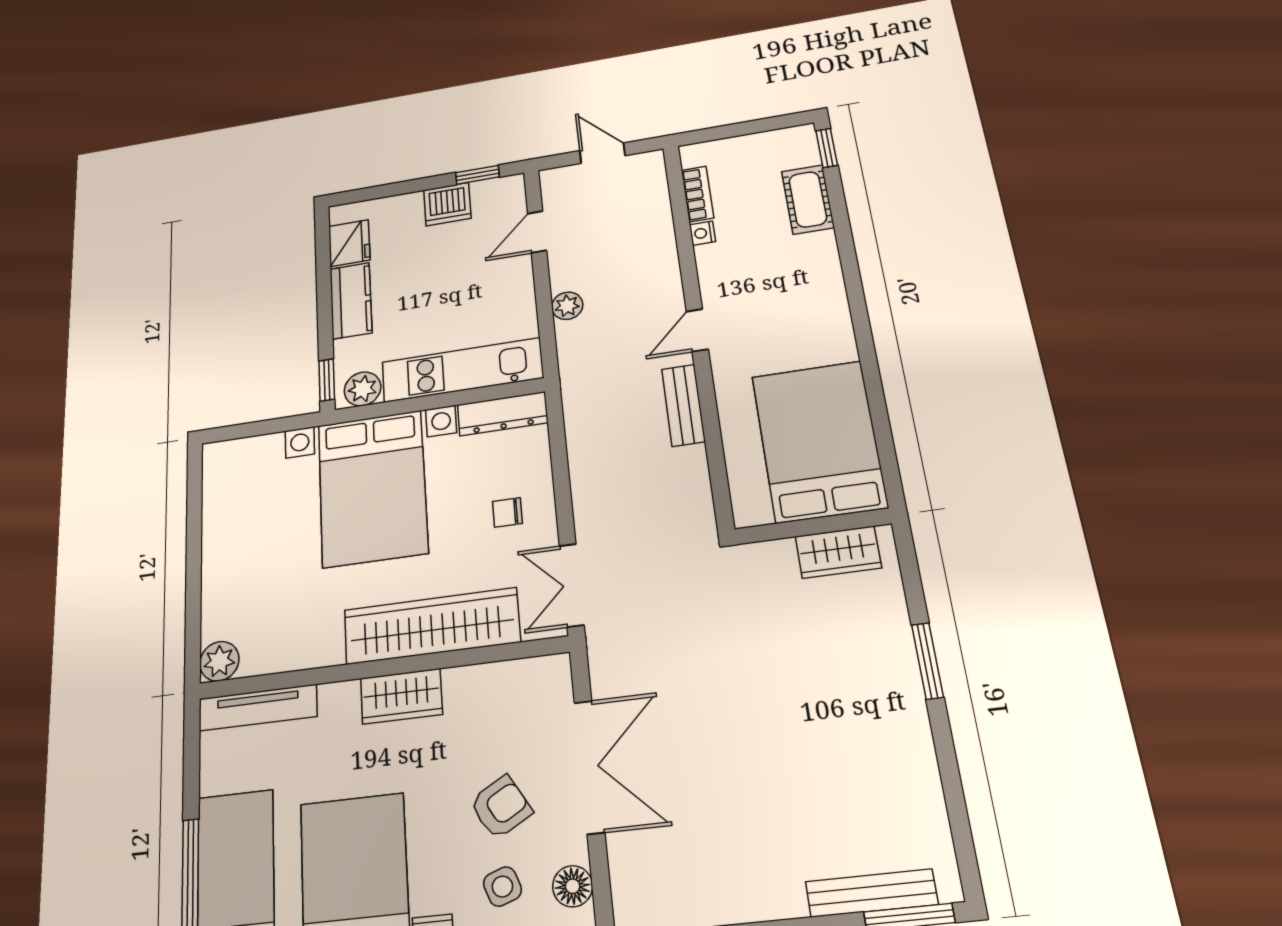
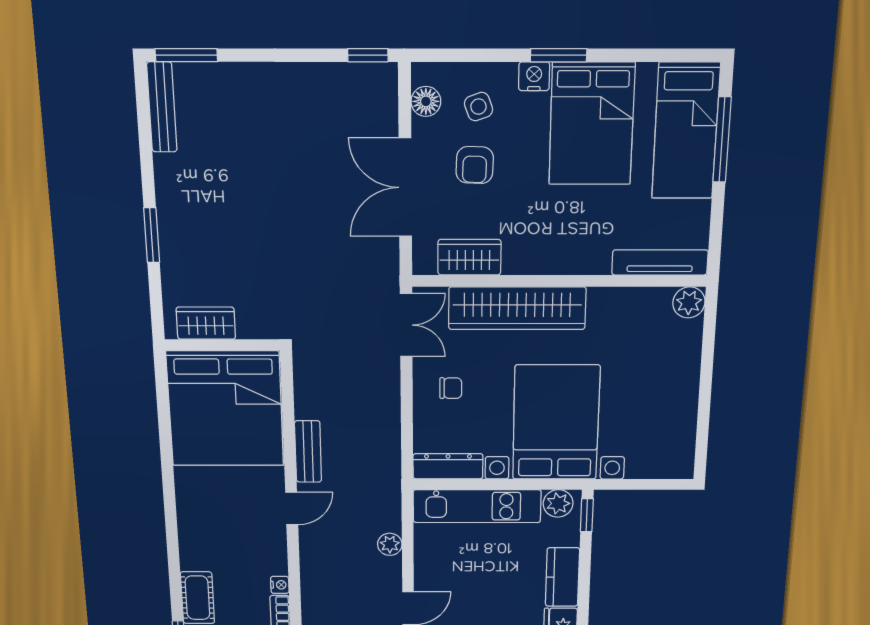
bed: (819, 441) -> (225, 409), width x1.36
wardrobe: (401, 696) -> (469, 257), moved
armchair: (501, 807) -> (475, 165), turned -58
bench: (871, 893) -> (162, 107), moved, turned 90

